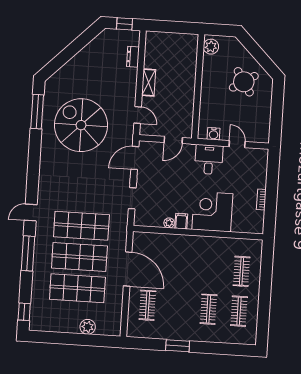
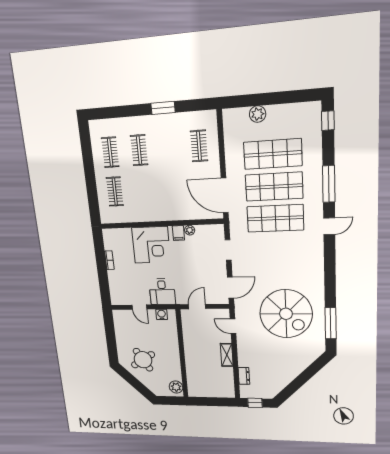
door: (128, 269) -> (225, 195), moved

